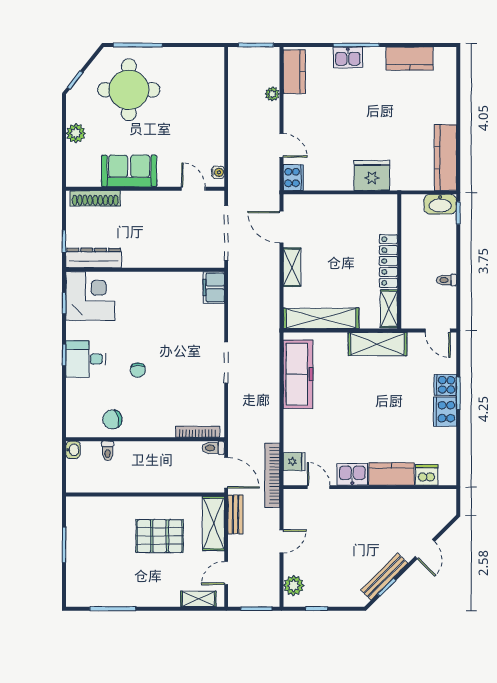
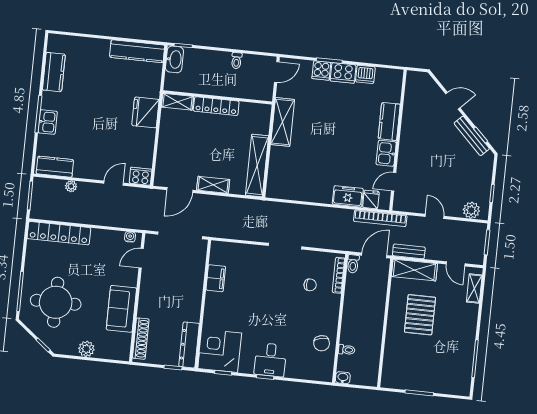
locker: (214, 85) -> (59, 233), added
filing cabinet: (214, 287) -> (216, 278), moved, turned -90
shelving: (389, 309) -> (177, 102), moved
chair: (138, 370) -> (310, 285), moved
freezer: (298, 374) -> (348, 196), moved, width x0.52, depth x0.79
dishwasher: (427, 475) -> (365, 74), moved, turned -90

